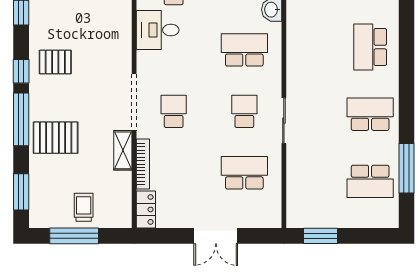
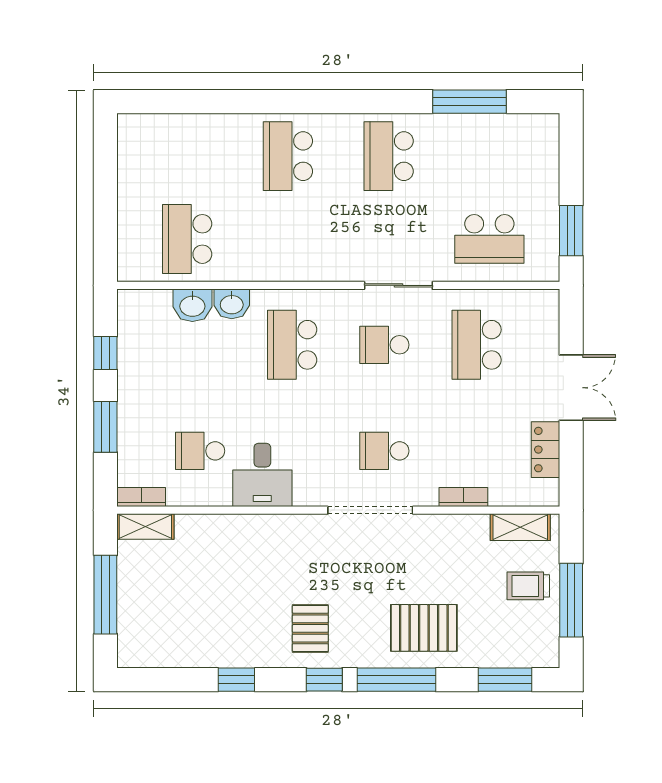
school desk: (370, 47) -> (288, 156), turned 90
pallet: (56, 138) -> (424, 628), turned 90
shelving: (123, 150) -> (520, 527), moved
bookcase: (143, 164) -> (463, 497), width x0.64
school desk: (370, 181) -> (489, 239), moved, turned 90
locker: (146, 209) -> (545, 450), moved, turned -90

